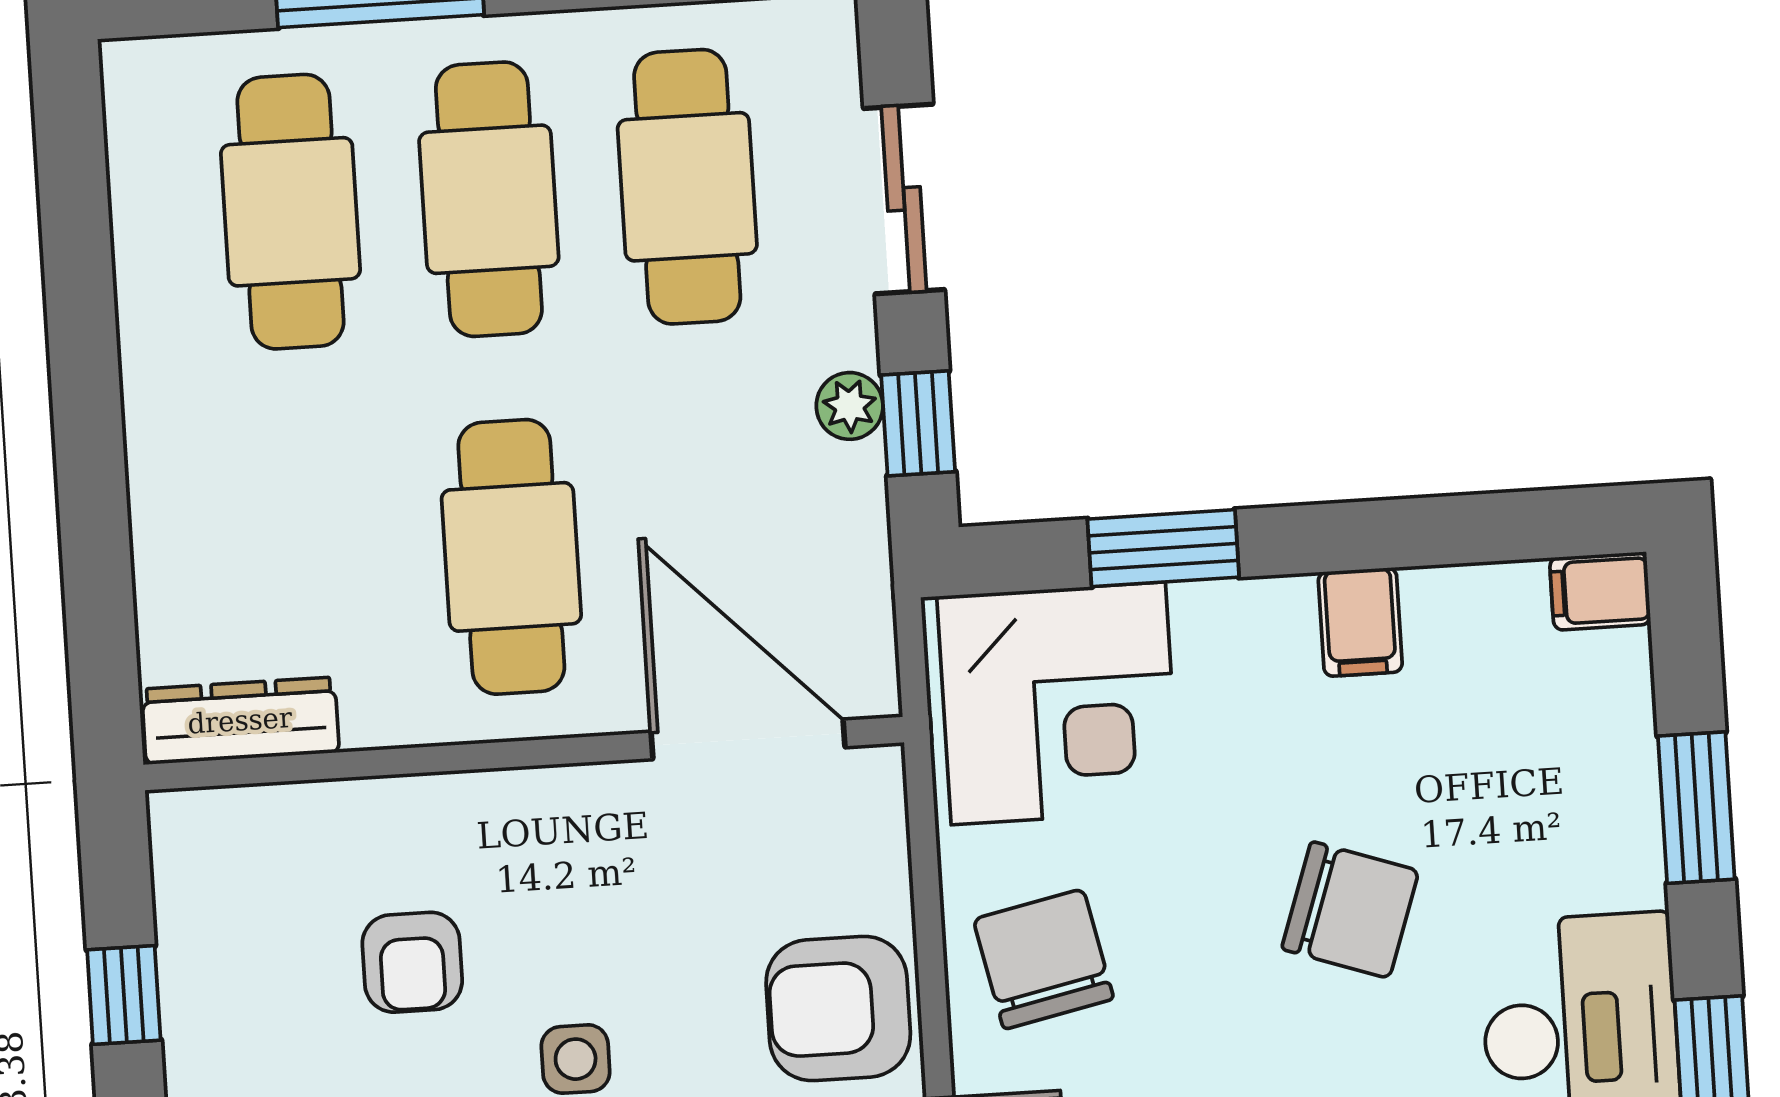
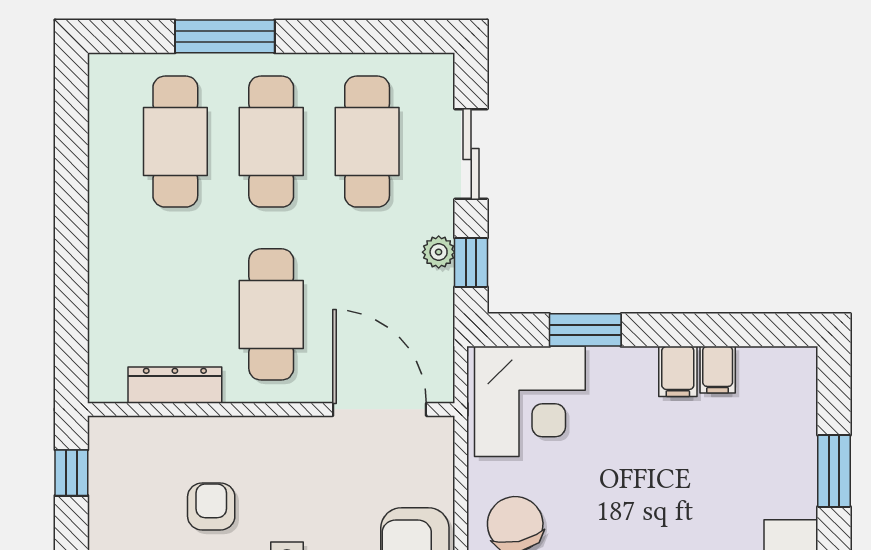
filing cabinet: (1600, 591) -> (718, 370), moved, turned -90
dresser: (240, 721) -> (175, 385), moved
chair: (1350, 910) -> (664, 510), removed
armchair: (412, 962) -> (211, 507), turned 180
window: (124, 995) -> (71, 473), moved

